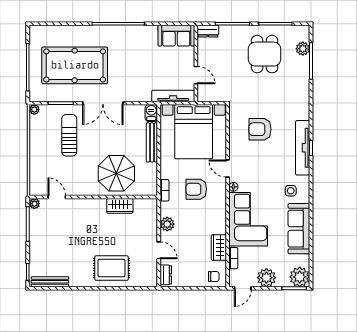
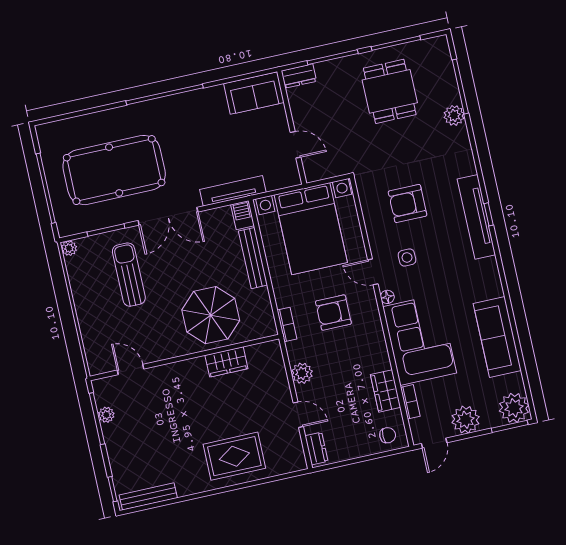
plant: (303, 49) -> (454, 115), moved
tv unit: (173, 96) -> (233, 191), moved
side table: (291, 191) -> (407, 257), moved
plant: (34, 204) -> (106, 415), moved

